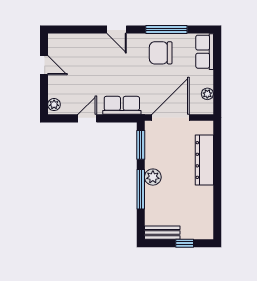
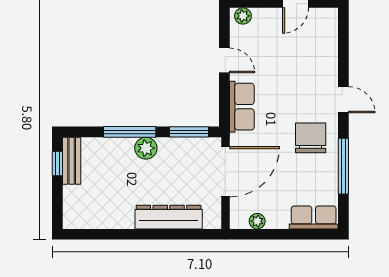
door: (117, 29) -> (343, 100), swing flipped
chair: (161, 53) -> (311, 138), moved
door: (170, 118) -> (225, 172), hinge flipped
window: (185, 243) -> (57, 164), moved

